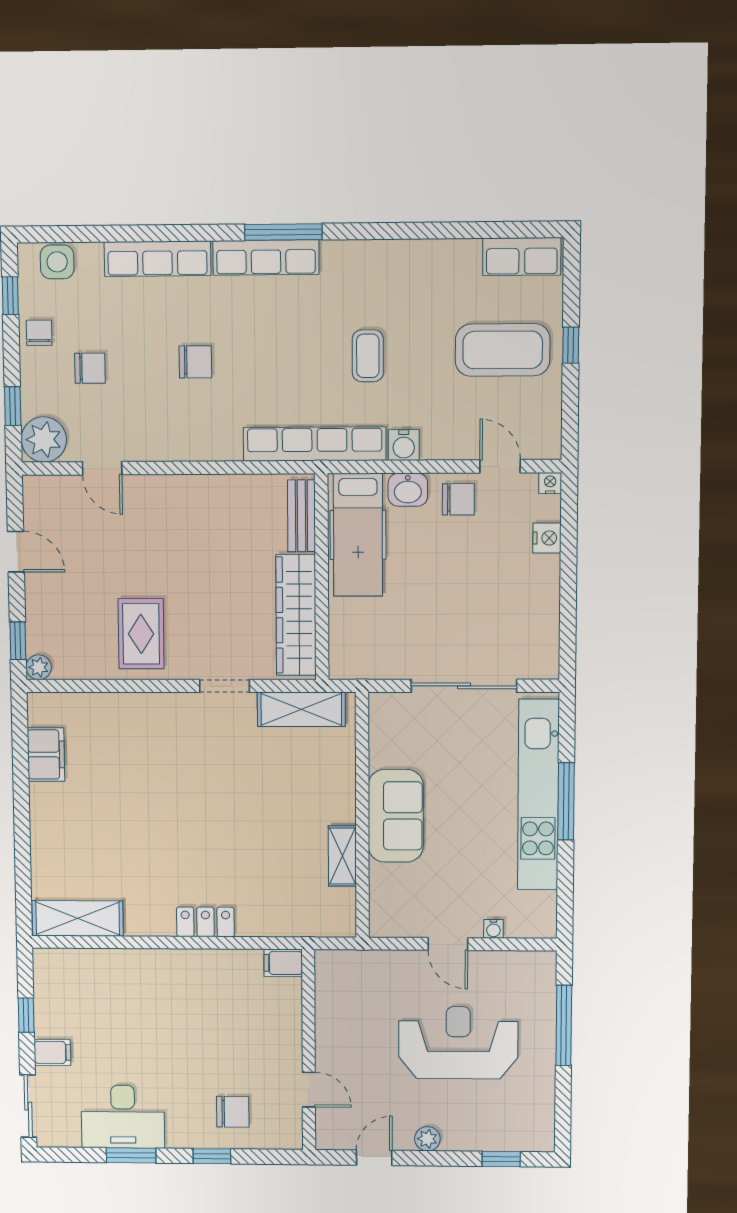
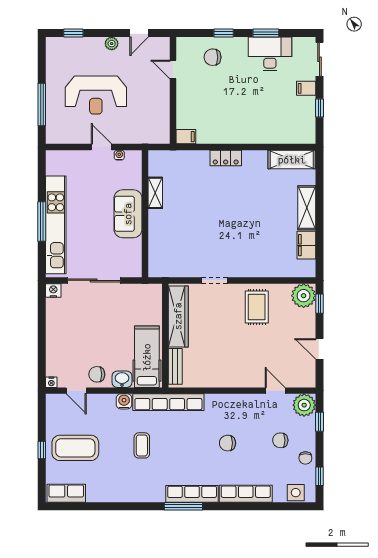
nightstand: (547, 538) -> (53, 291), moved, turned 90
plant: (39, 667) -> (304, 296), width x1.88, depth x1.88
shelving: (301, 709) -> (307, 208), moved, turned 90
water cooler: (493, 929) -> (119, 155), moved

